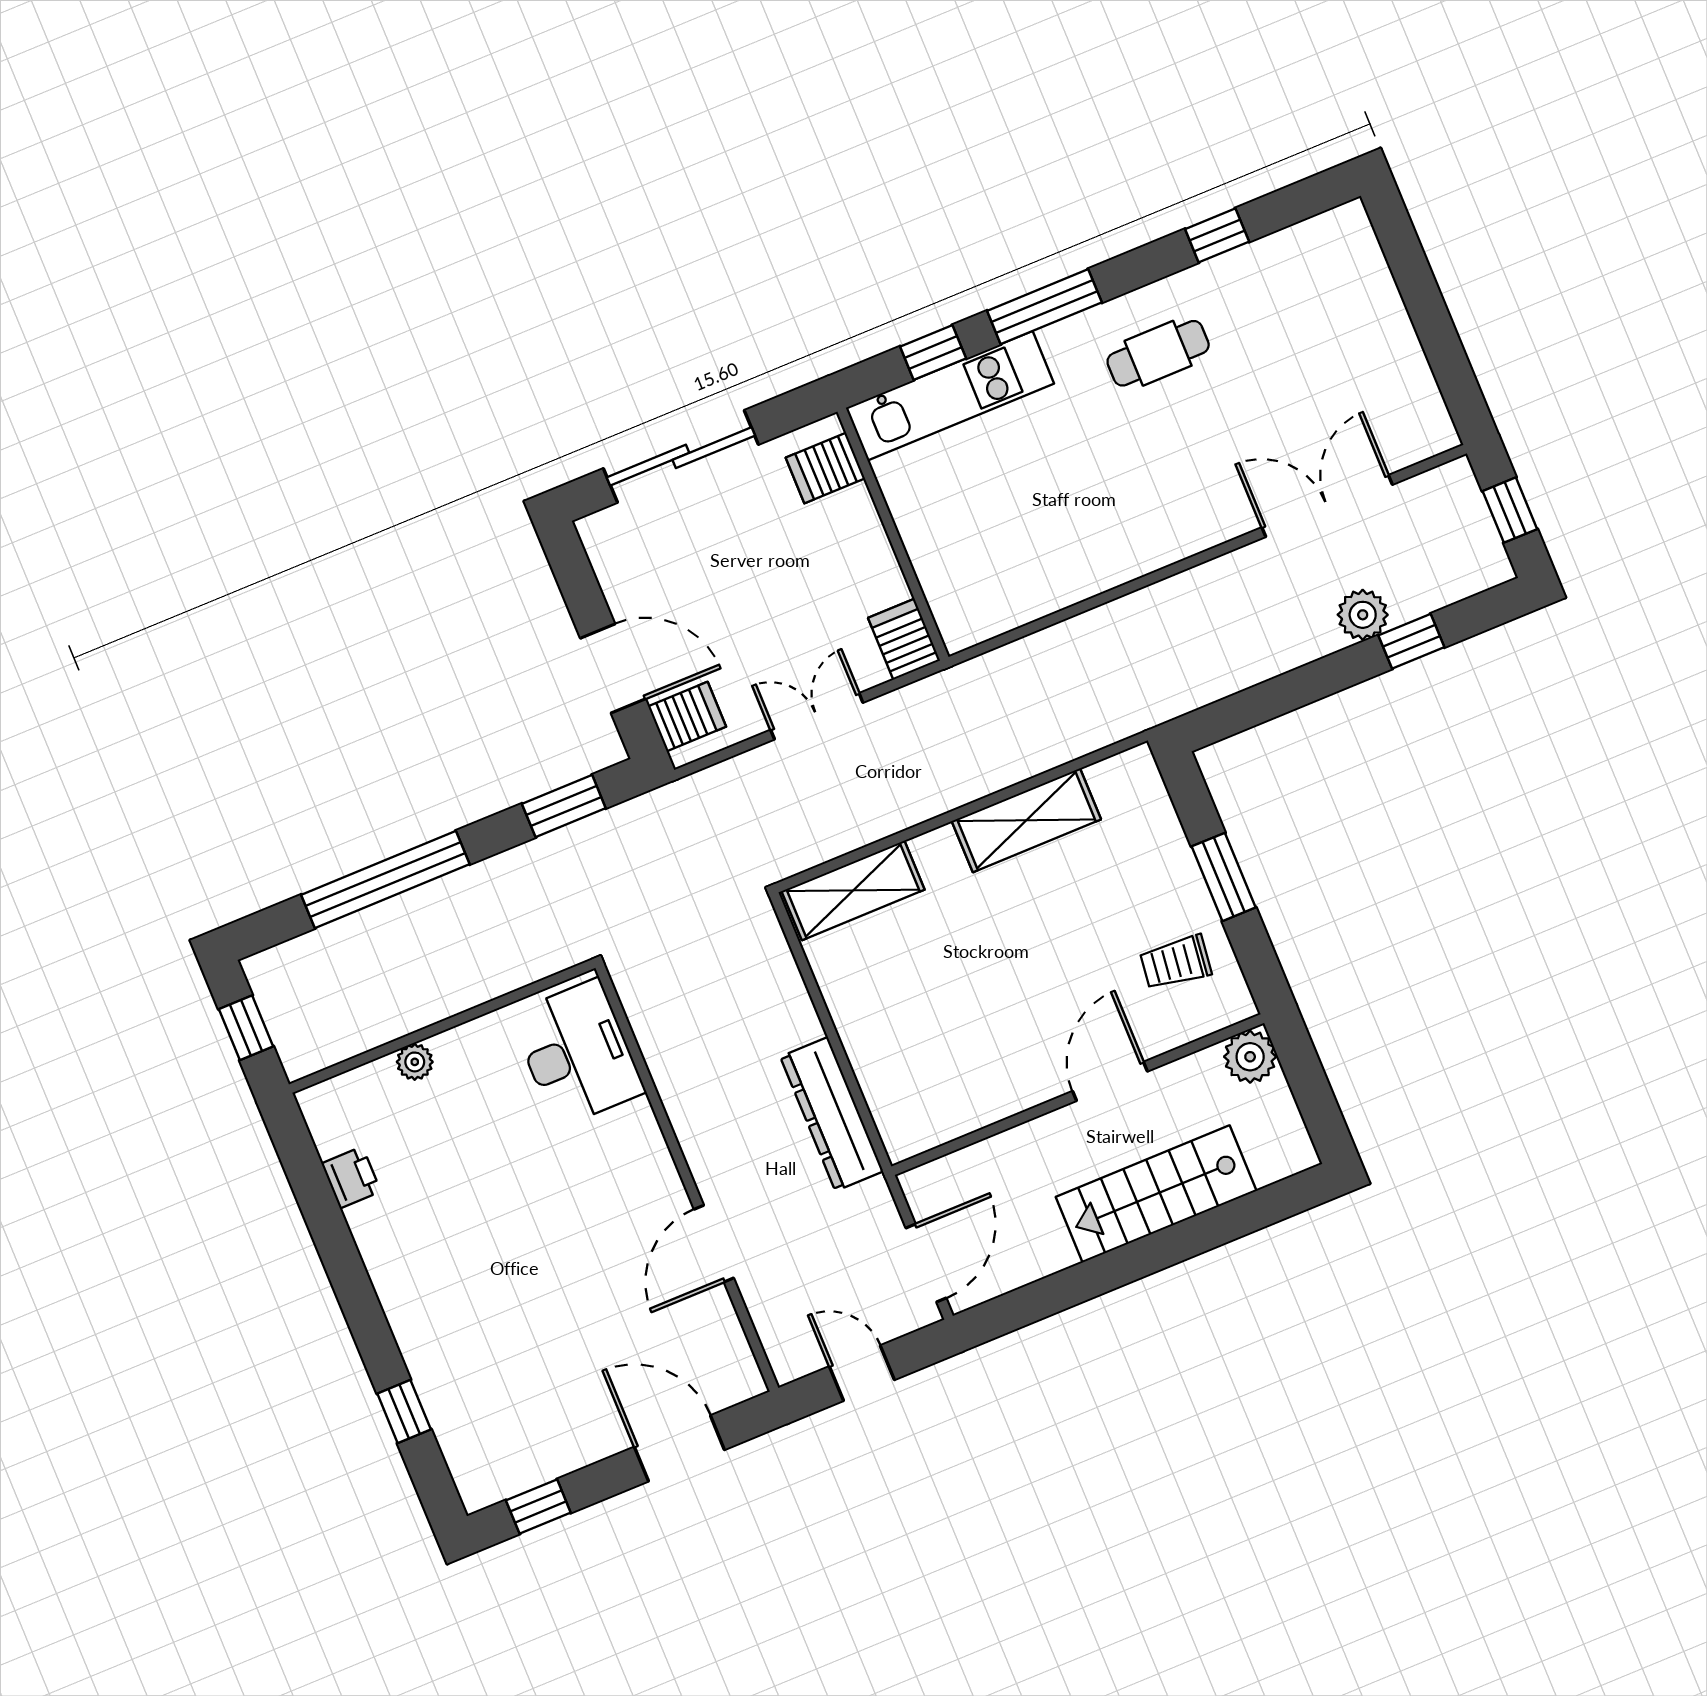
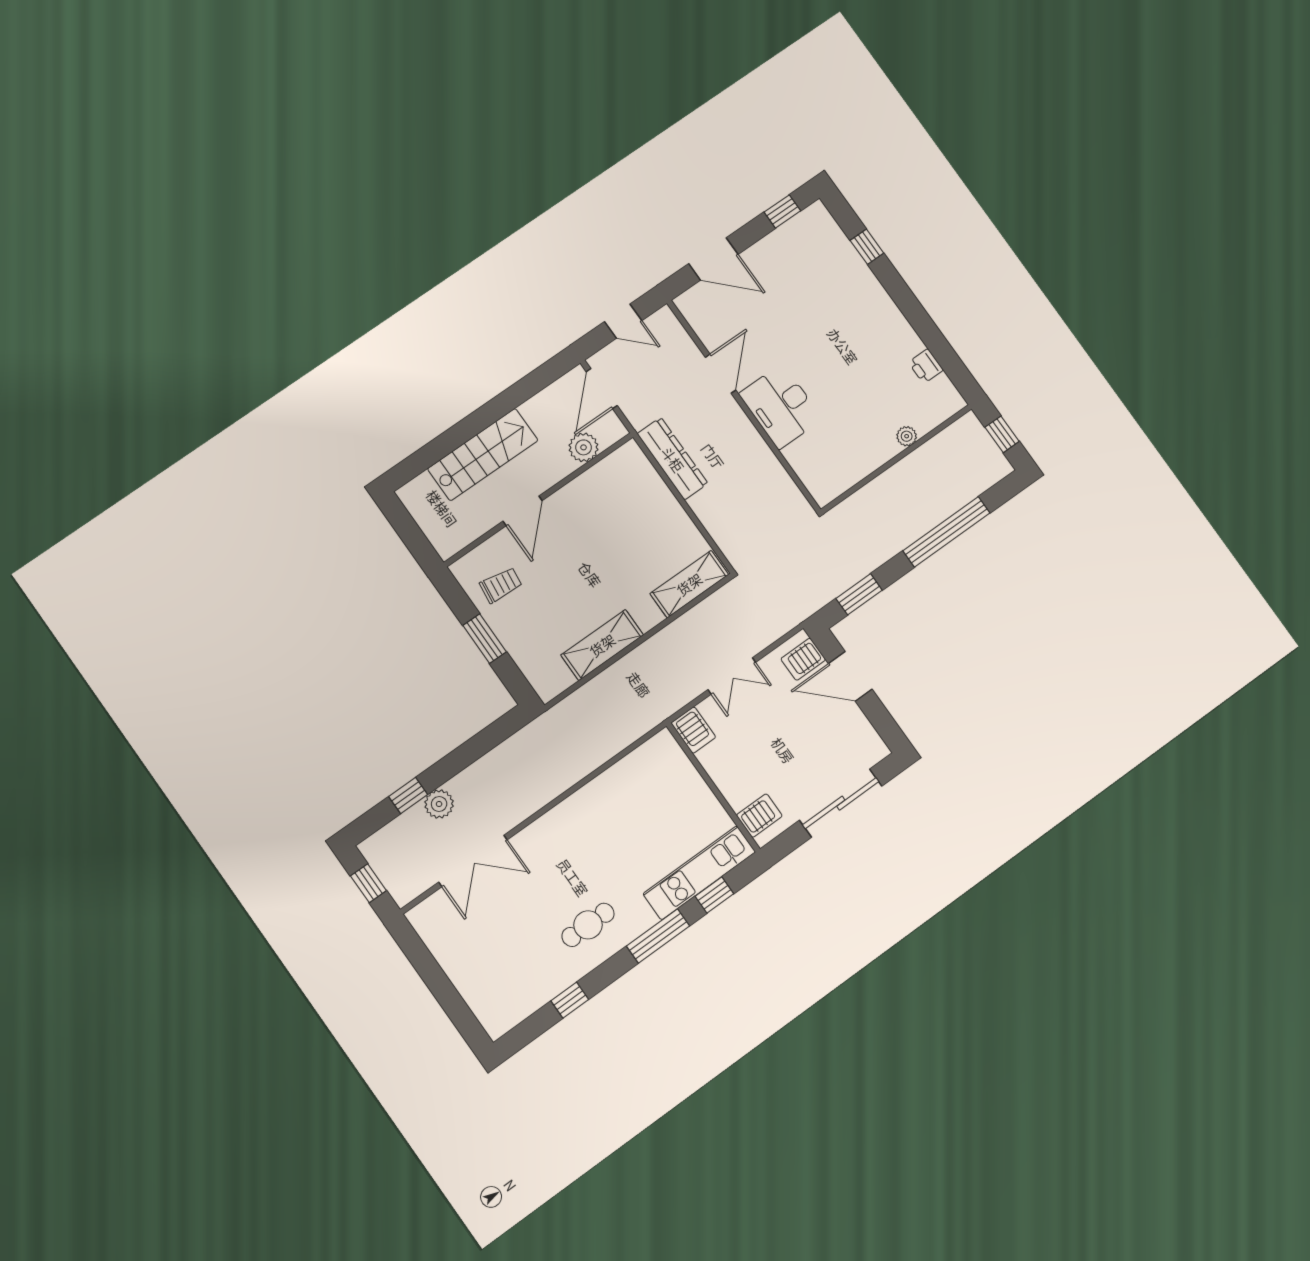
desk: (577, 1053) -> (781, 406), moved
plant: (1250, 1057) -> (584, 447), moved

